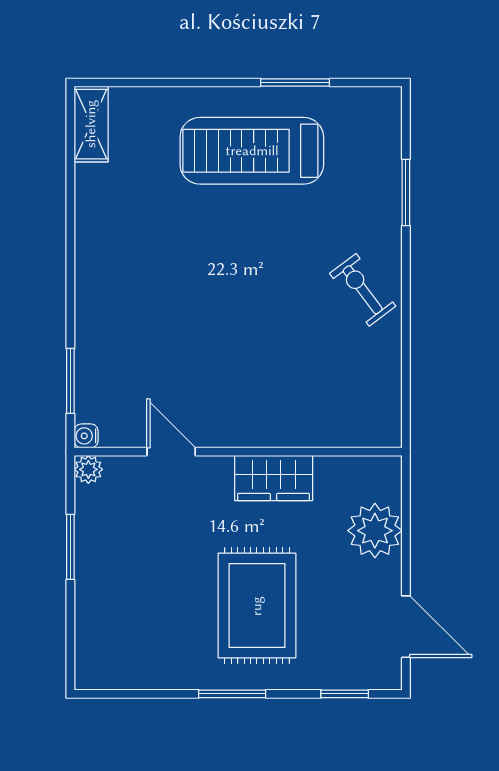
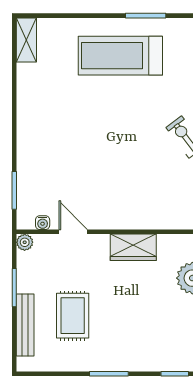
water cooler: (86, 436) -> (43, 223), moved, turned -90
rug: (257, 606) -> (73, 316), moved, width x0.73, depth x0.70
bench: (89, 611) -> (25, 325), added

